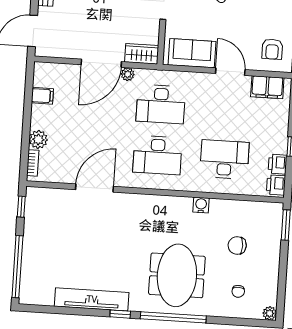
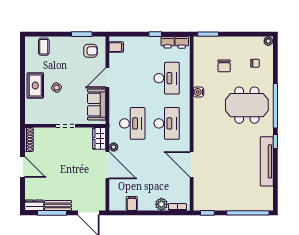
filing cabinet: (267, 87) -> (116, 47), width x0.50
desk: (224, 159) -> (167, 78), turned 180

